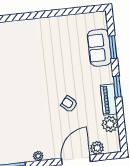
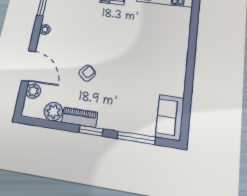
window: (113, 47) -> (136, 138), width x1.44
sofa: (99, 48) -> (170, 117), moved, turned -90

